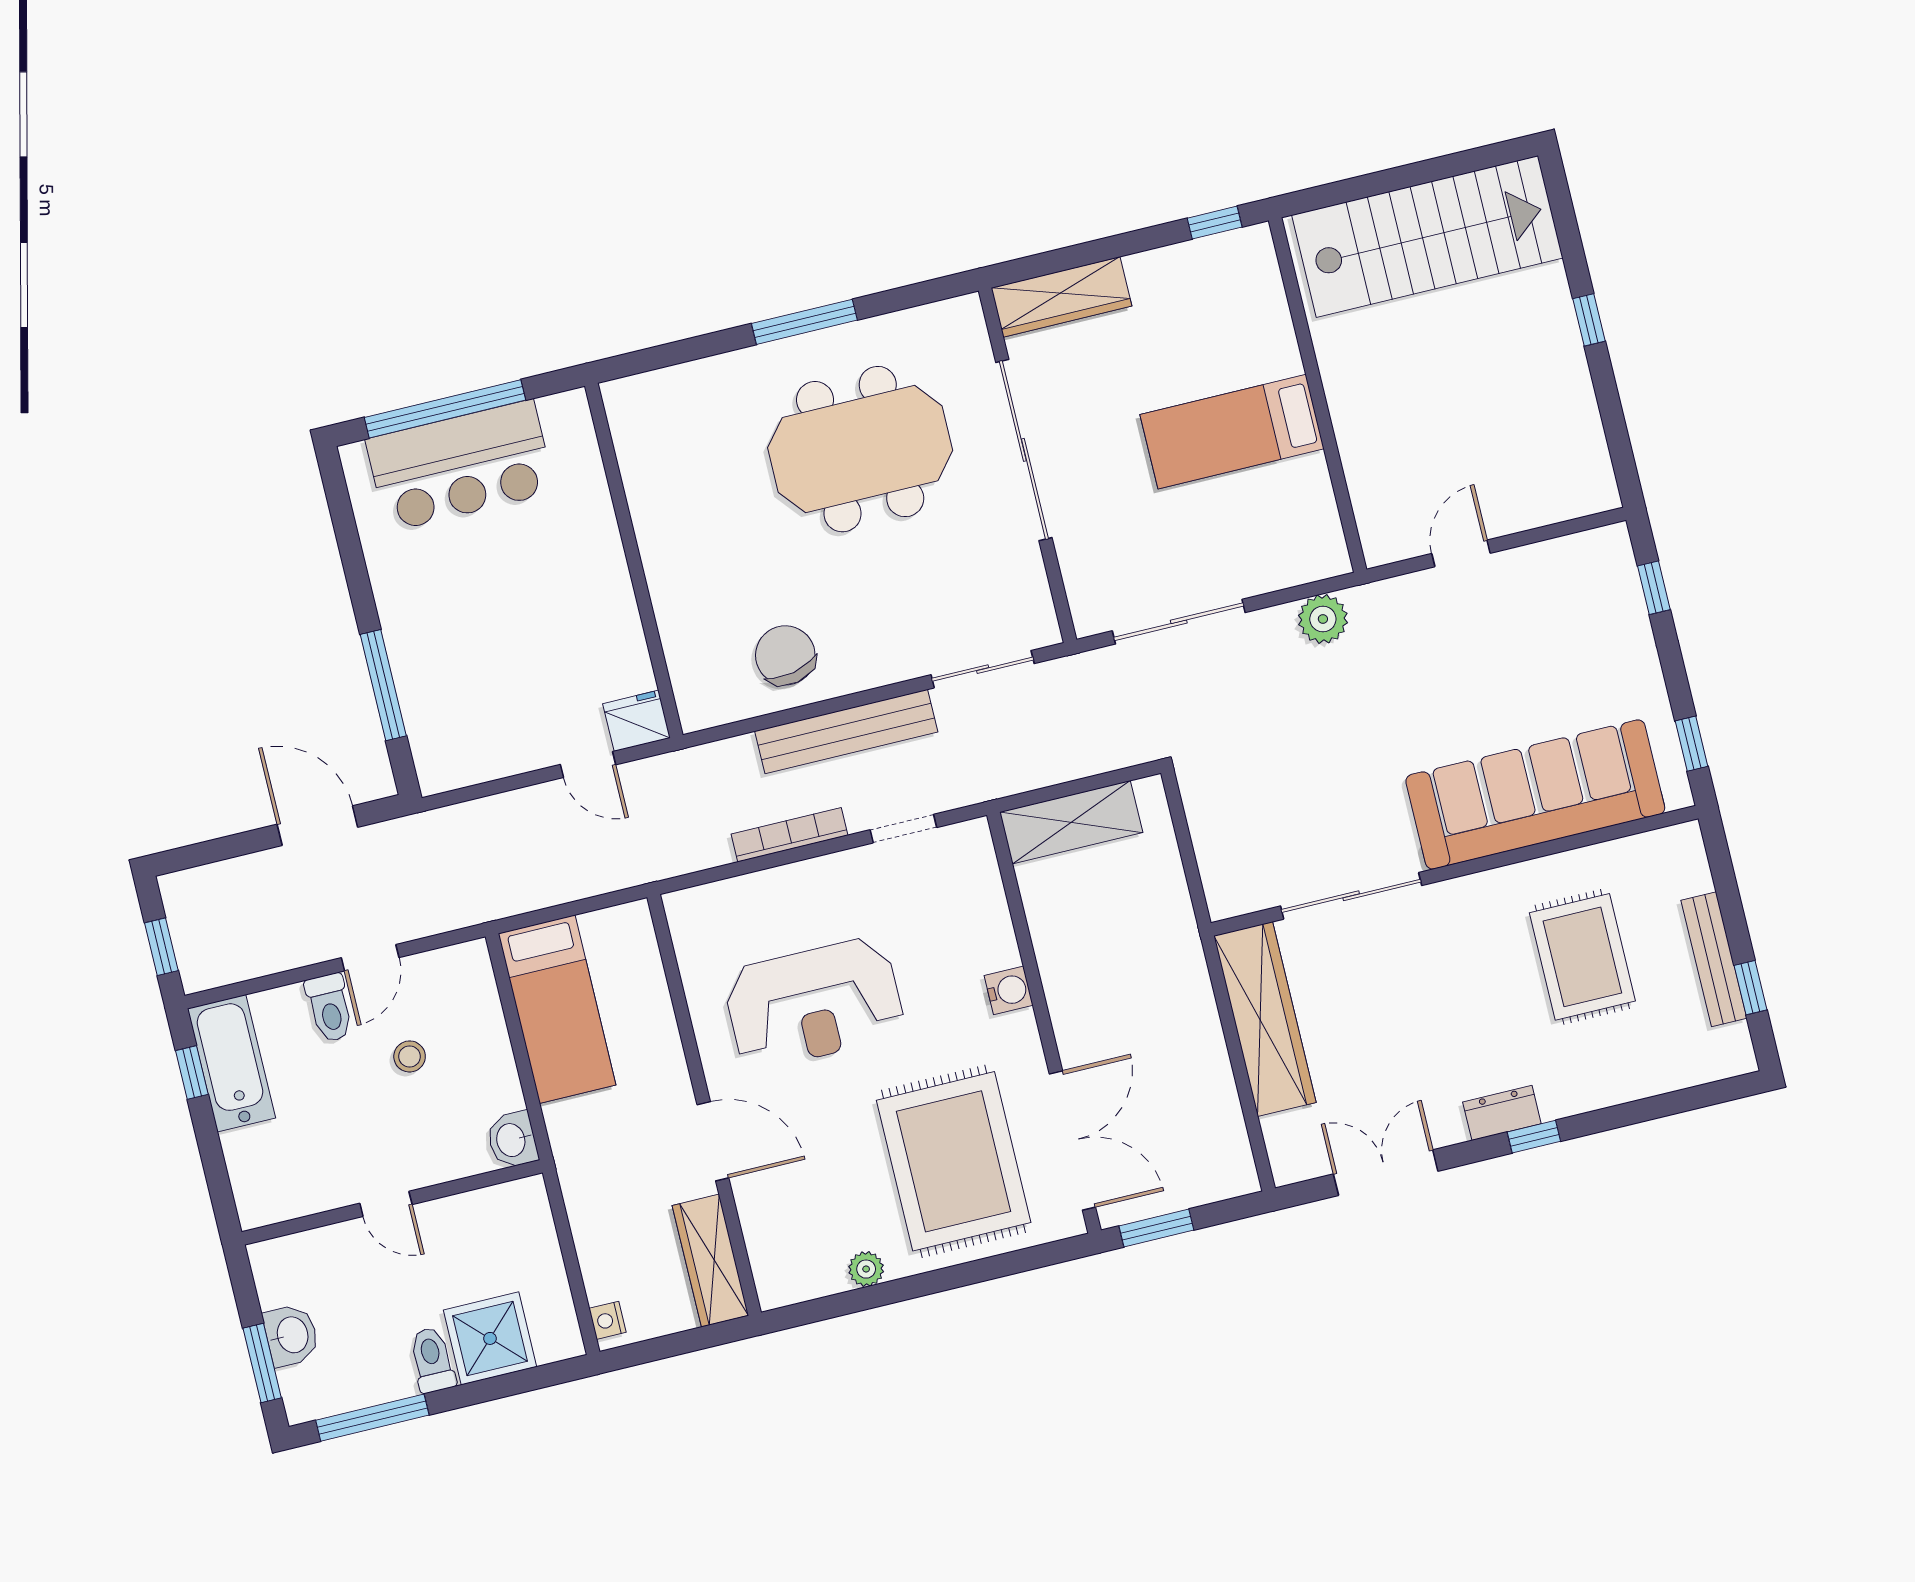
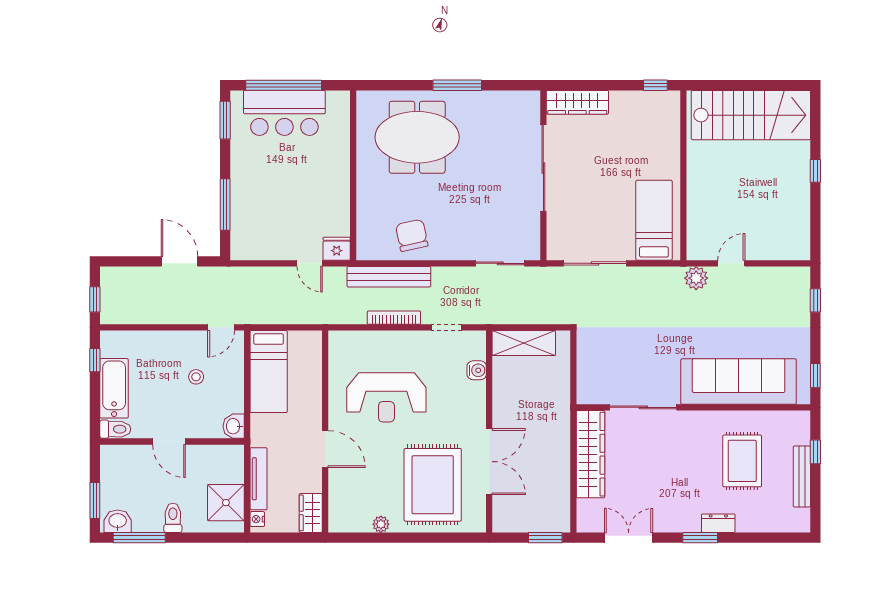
bed: (1232, 432) -> (654, 220), moved, turned 90
meeting table: (860, 449) -> (417, 137), moved
window: (341, 510) -> (225, 120), added
plant: (1323, 619) -> (696, 278), moved
bench: (846, 731) -> (389, 277), moved
door: (370, 958) -> (221, 327), moved
window: (1751, 988) -> (815, 452), moved
water cooler: (1009, 990) -> (477, 370), moved
toilet: (330, 1008) -> (115, 429), moved, turned -90
bathtub: (231, 1063) -> (114, 388), moved
dresser: (1502, 1113) -> (718, 523), moved
window: (1534, 1137) -> (700, 538), width x1.50
double door: (1072, 1140) -> (489, 462), moved
door: (386, 1204) -> (169, 441), width x1.37
window: (1156, 1228) -> (545, 538), moved
tv unit: (590, 1236) -> (259, 479), added
wardrobe: (710, 1261) -> (311, 513), width x0.67
washbasin: (291, 1335) -> (118, 521), moved, turned -90
shower: (490, 1338) -> (226, 503), moved

